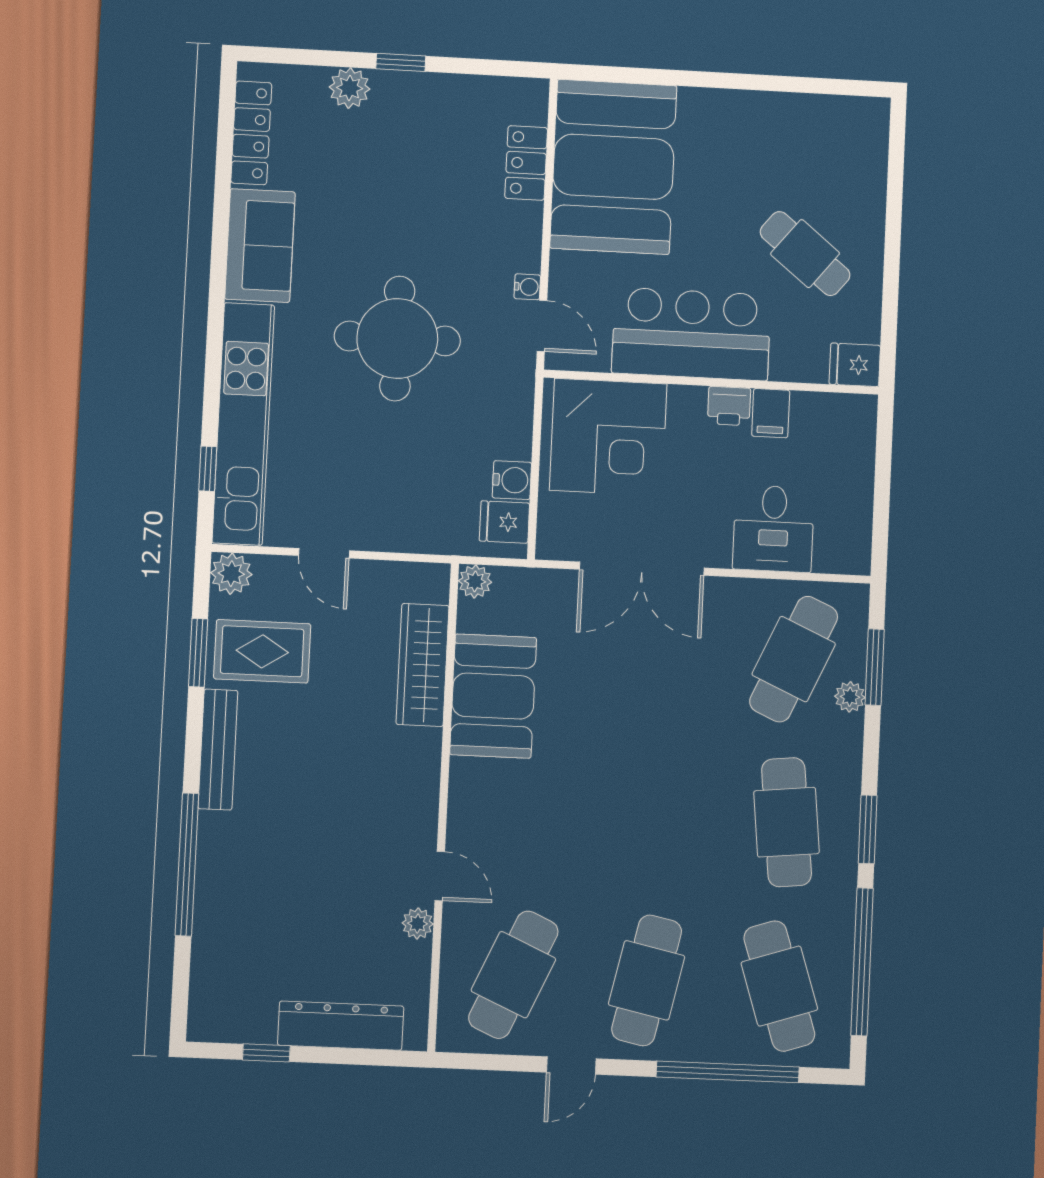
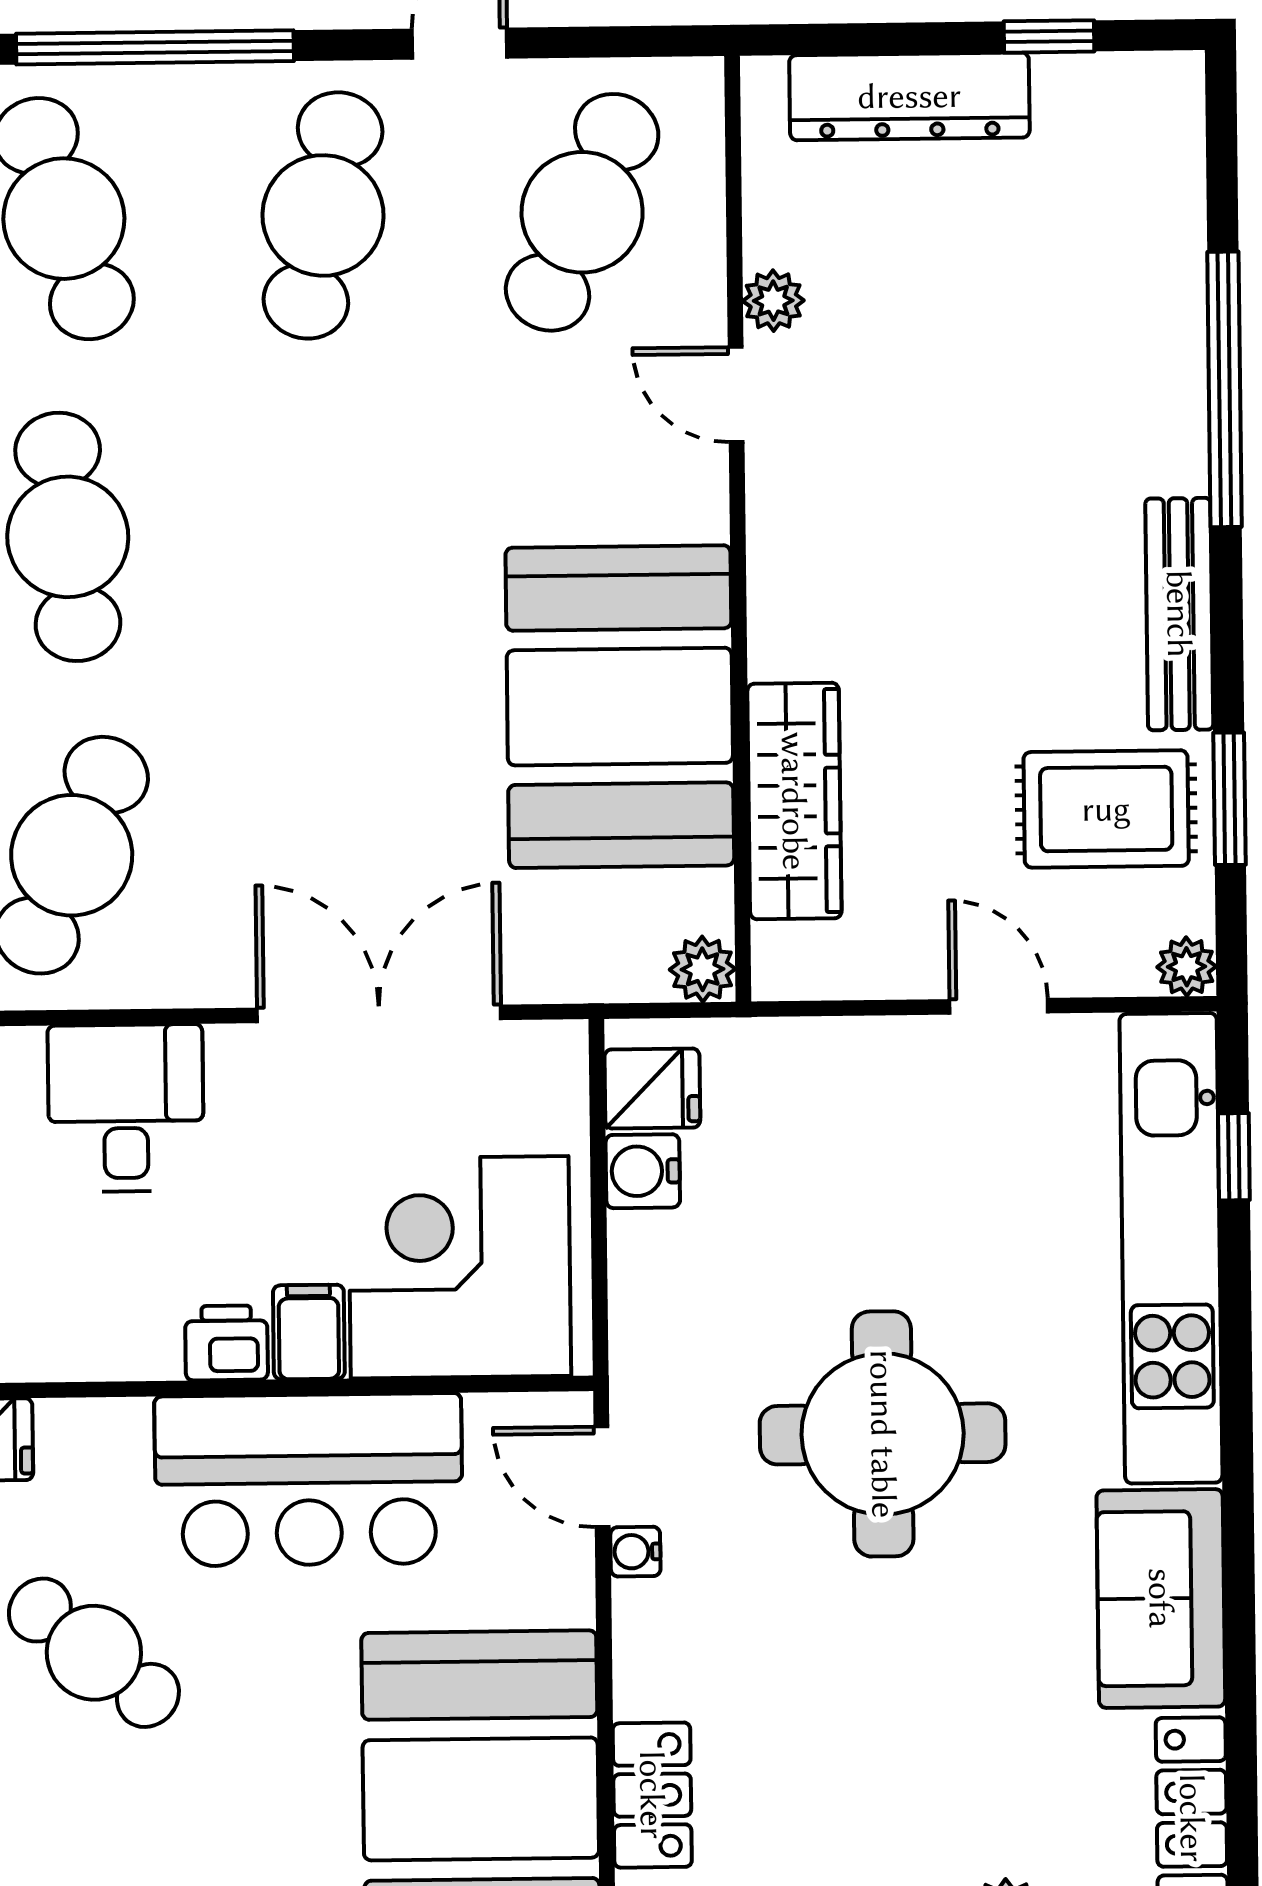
filing cabinet: (771, 413) -> (309, 1332), moved
plant: (231, 574) -> (1187, 967), width x0.73, depth x0.73
booth: (493, 696) -> (620, 707), width x1.36, depth x1.42

